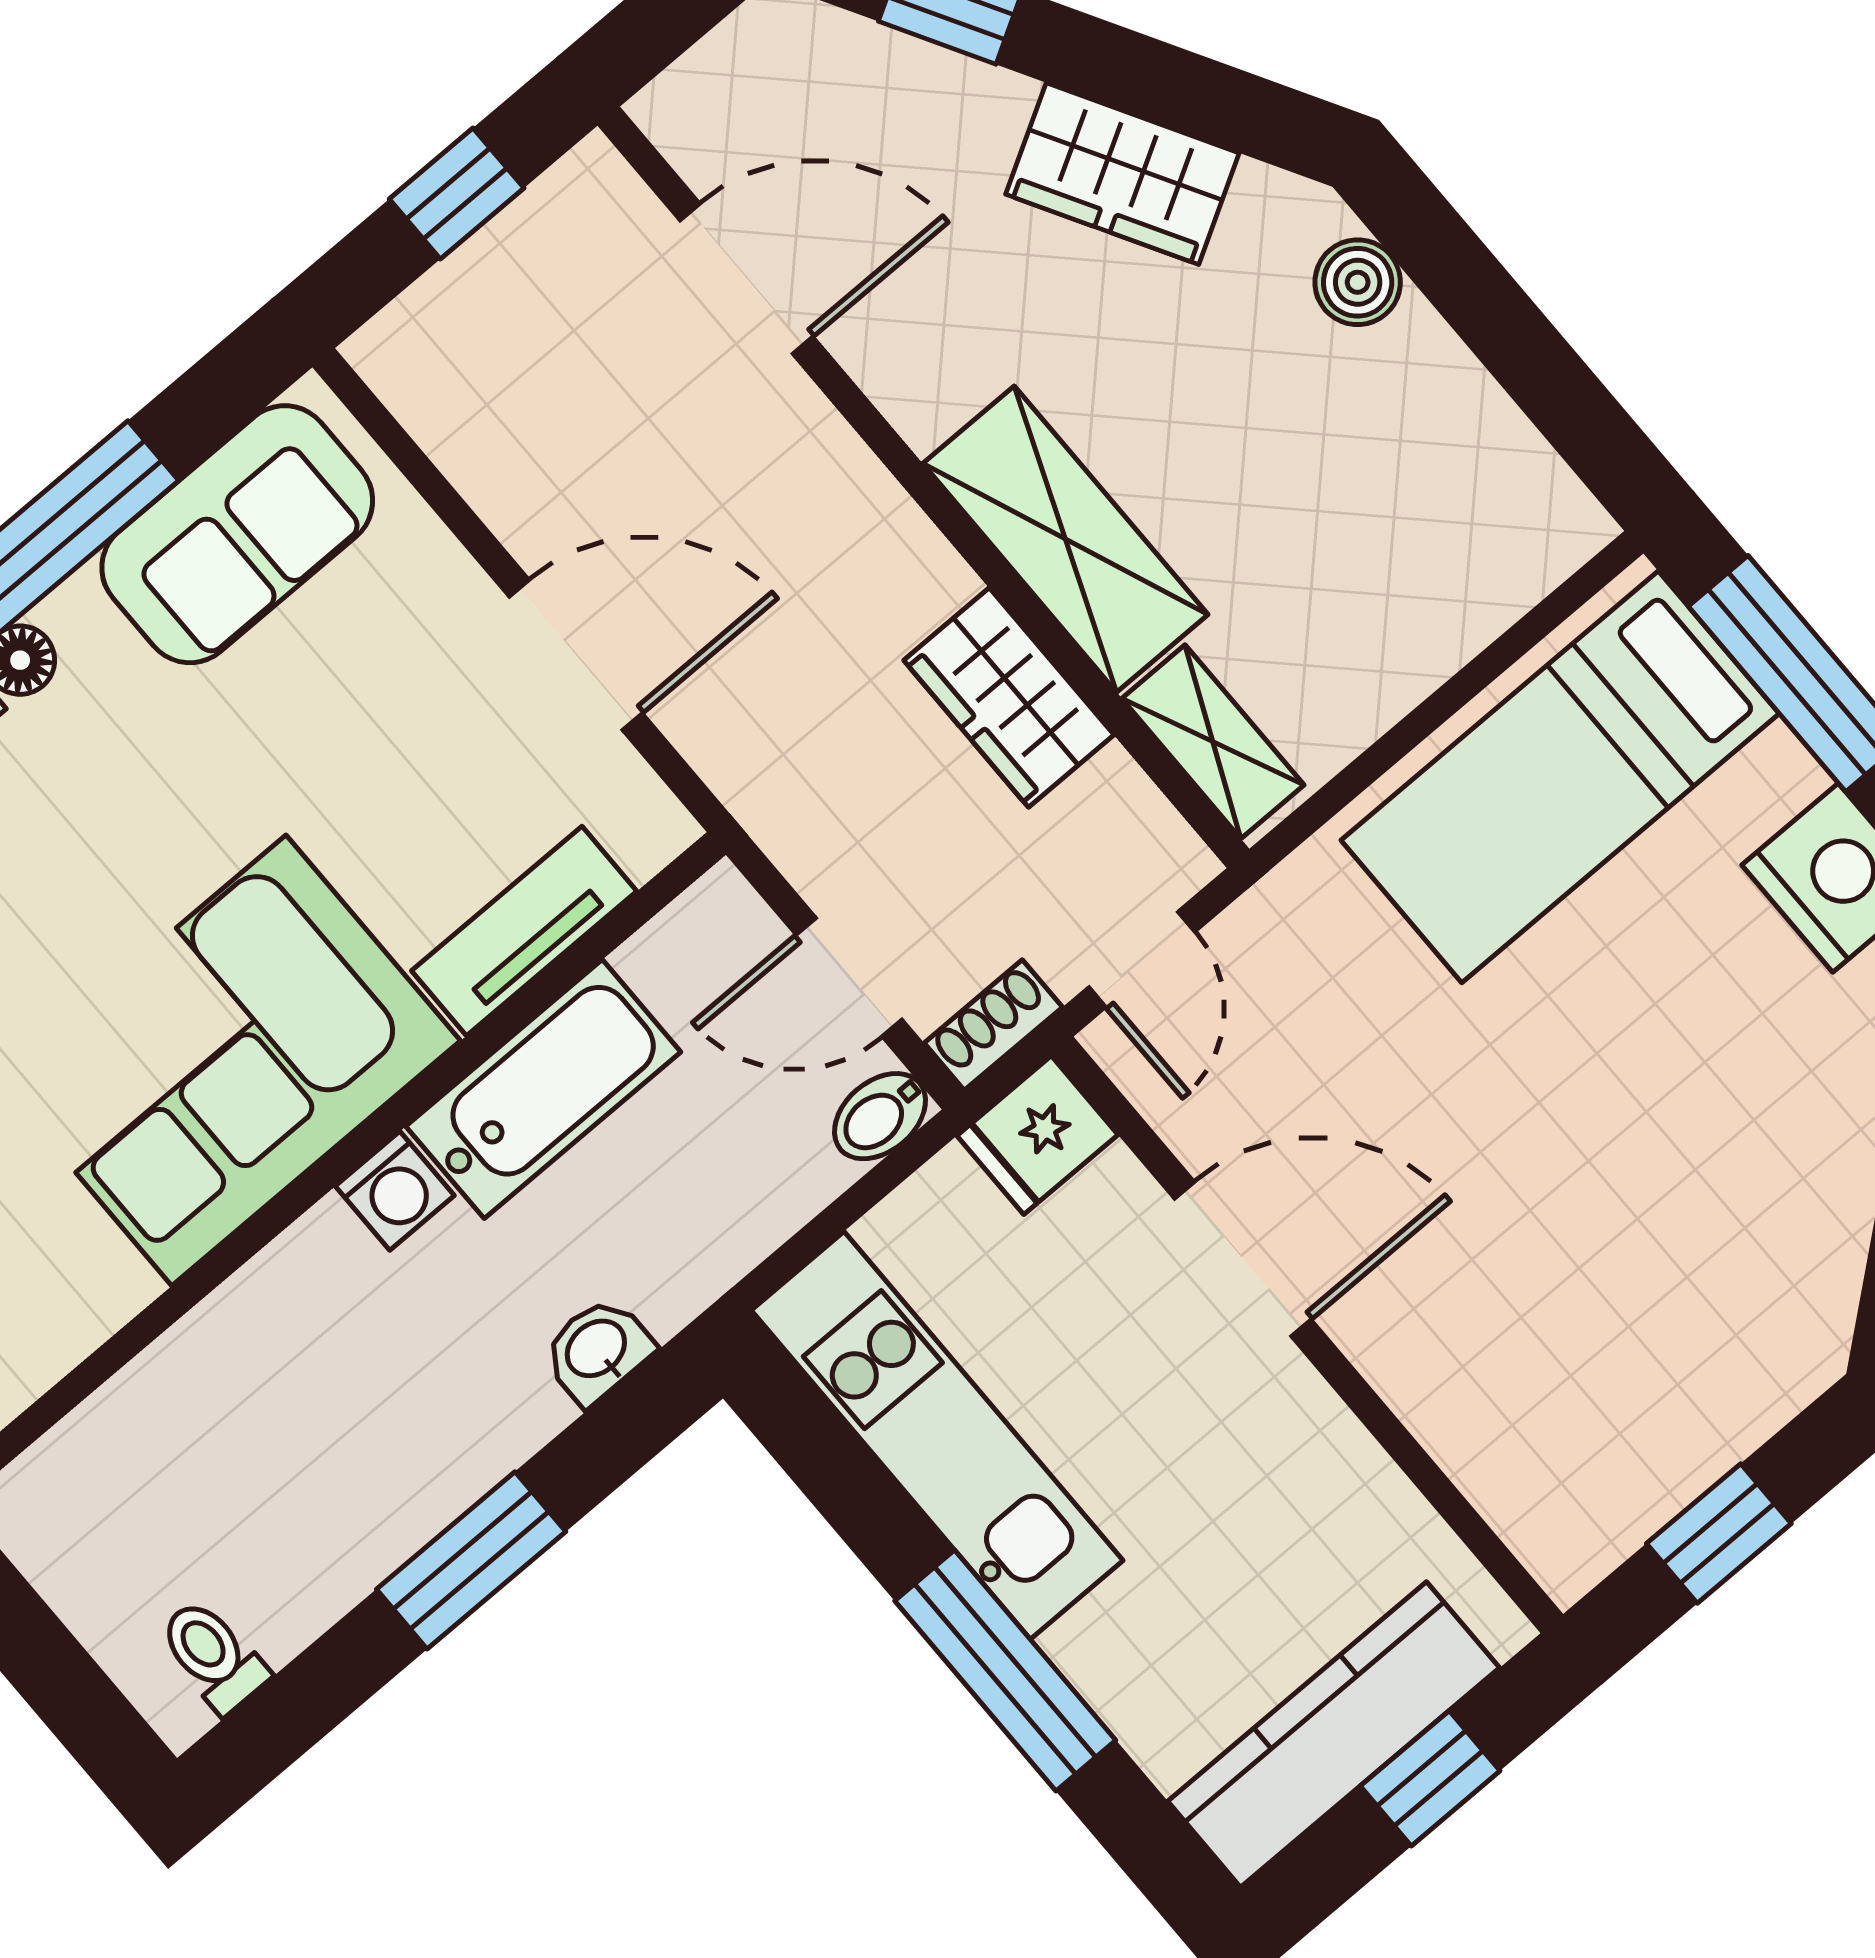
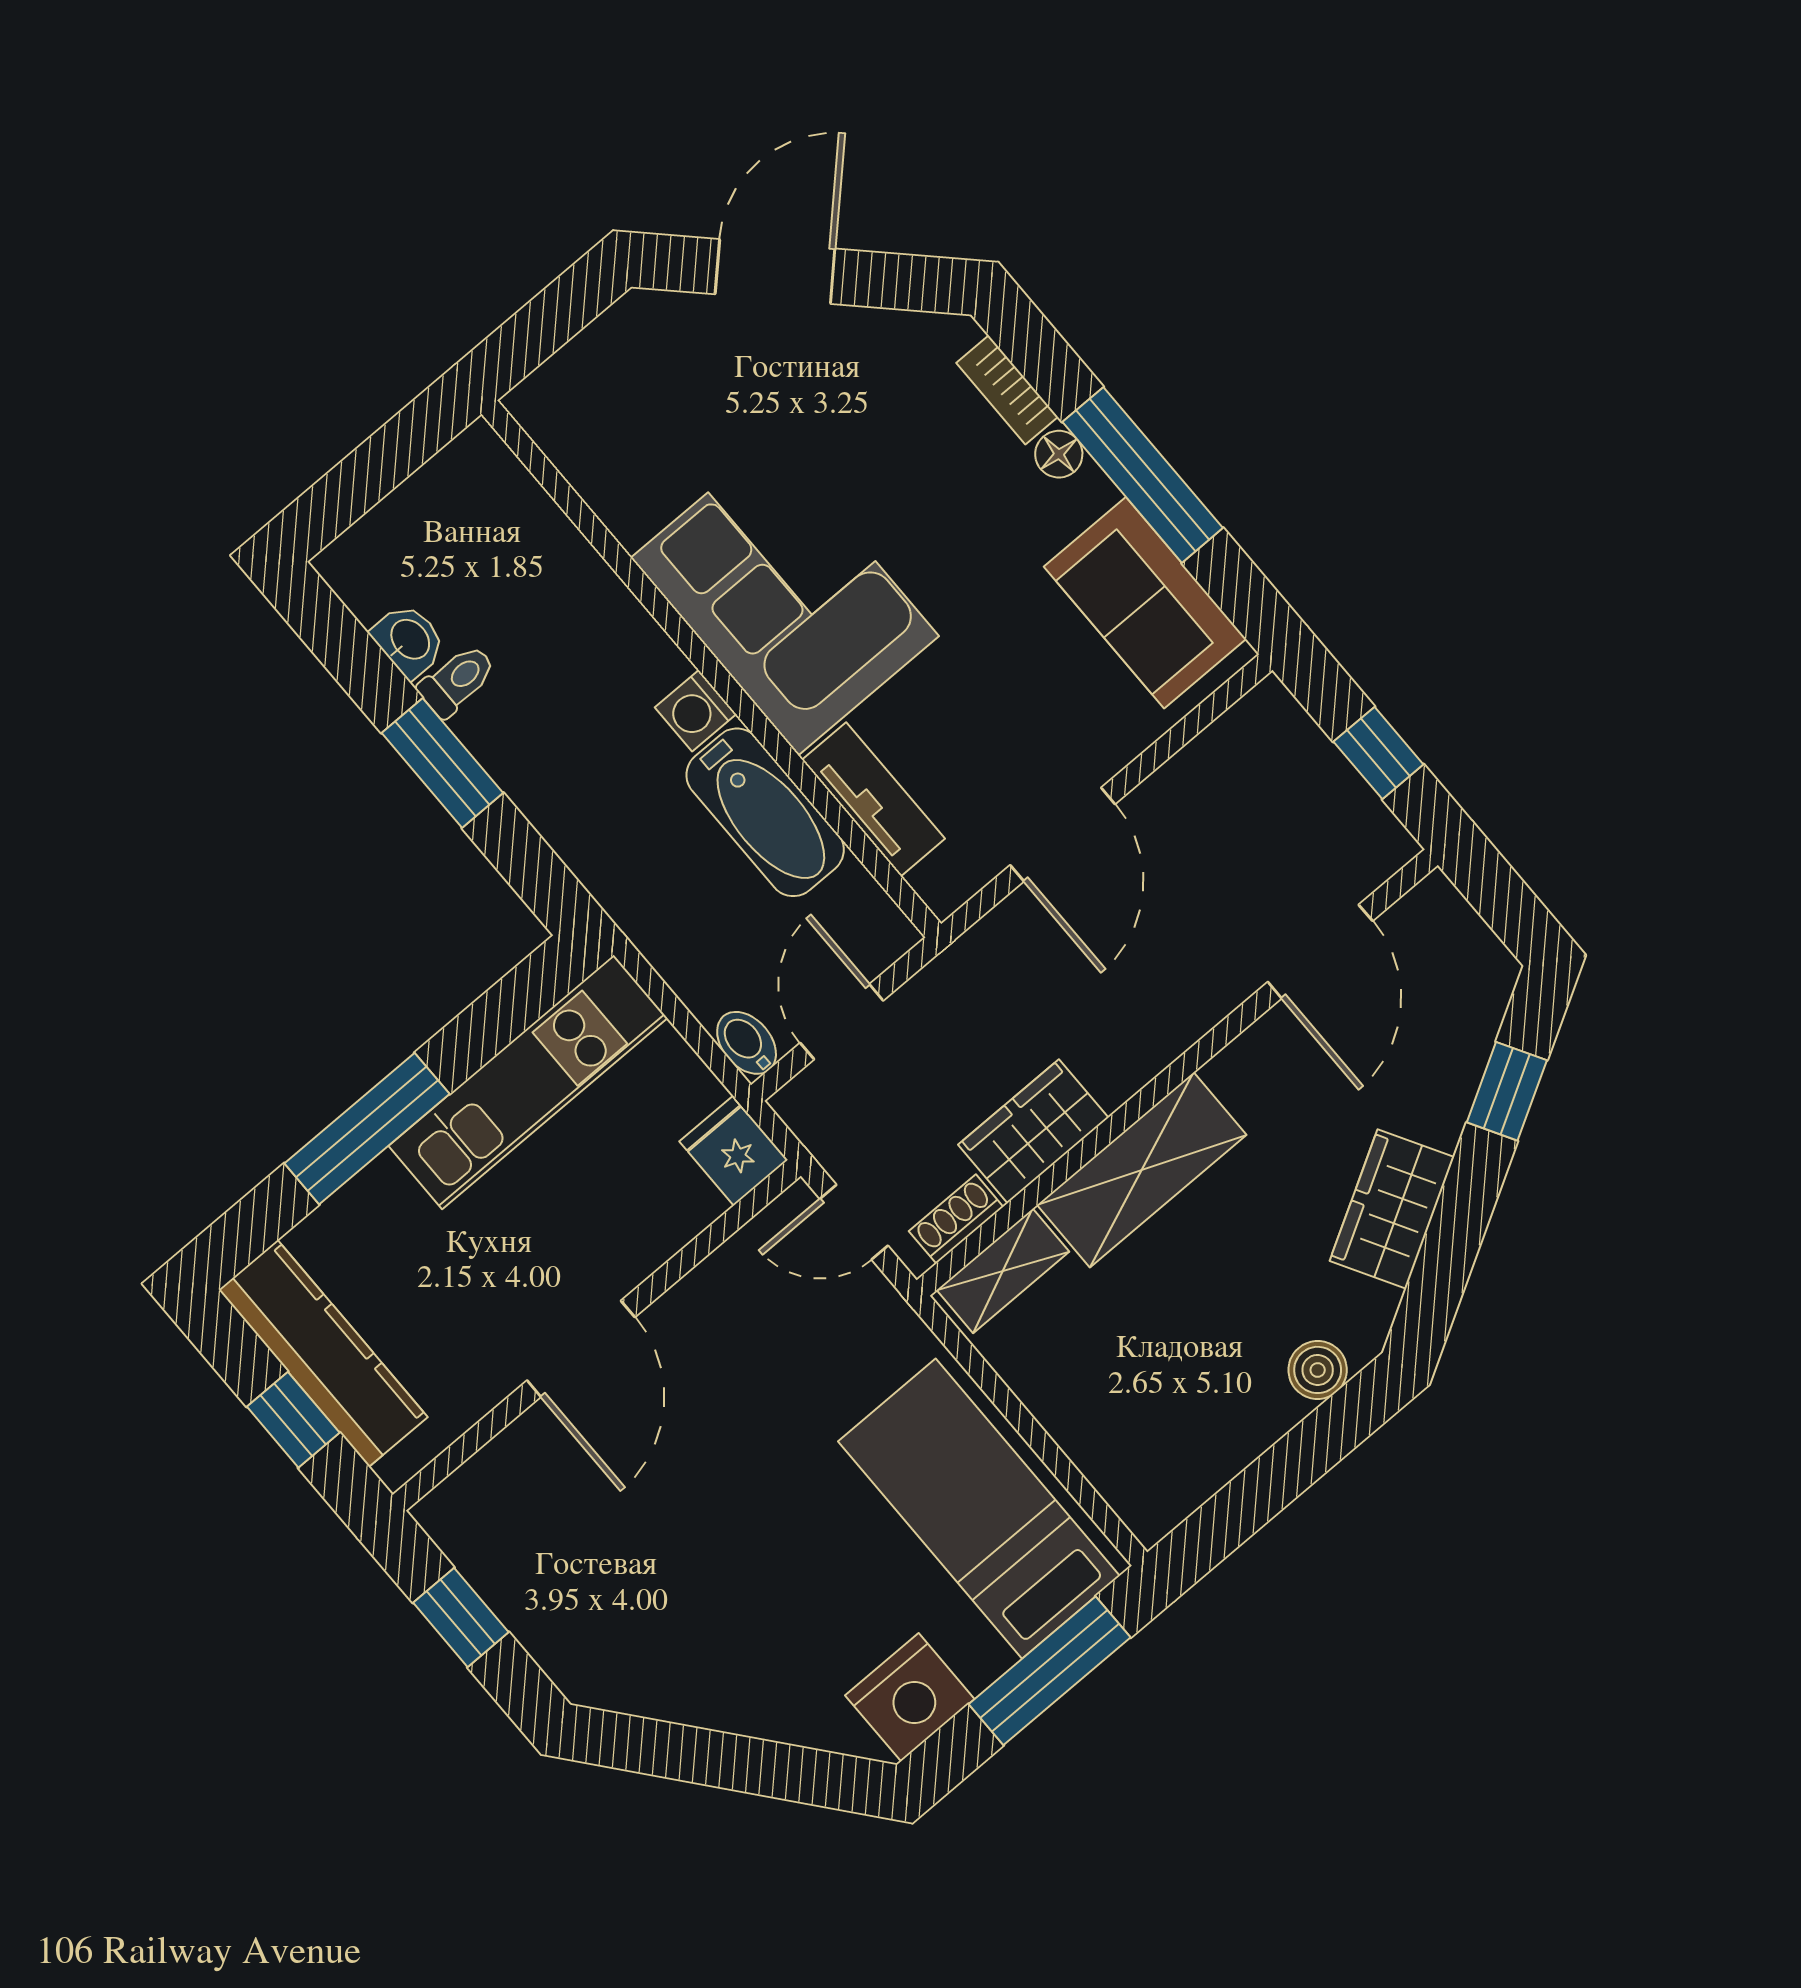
shoe rack: (993, 1025) -> (956, 1219), moved, turned -90
door: (1243, 1259) -> (581, 1349), moved
washbasin: (597, 1350) -> (409, 640), moved
toilet: (213, 1656) -> (457, 681), moved

